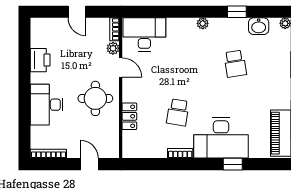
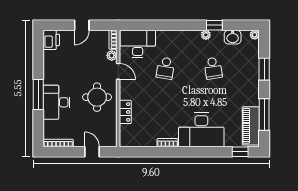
door: (77, 12) -> (82, 25), hinge flipped
plant: (203, 23) -> (206, 35), moved
printer: (40, 60) -> (51, 40), moved
window: (25, 95) -> (38, 95), added
school desk: (178, 112) -> (165, 68), moved
window: (233, 164) -> (240, 152), moved

